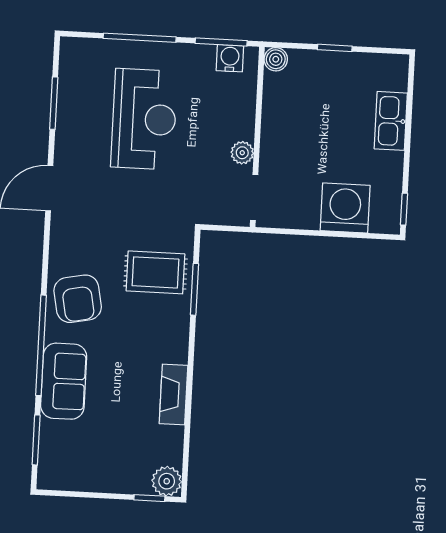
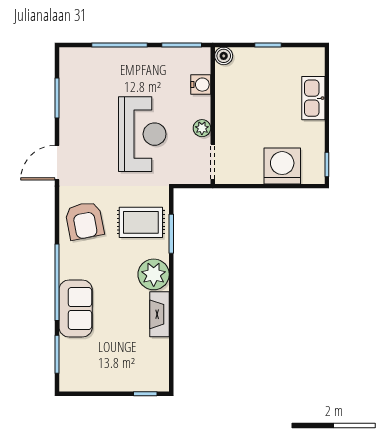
water cooler: (230, 58) -> (201, 85), moved, turned 90
reception desk: (144, 119) -> (142, 134), moved
armchair: (78, 299) -> (84, 221), moved
plant: (167, 481) -> (154, 274), moved, width x1.36, depth x1.36

